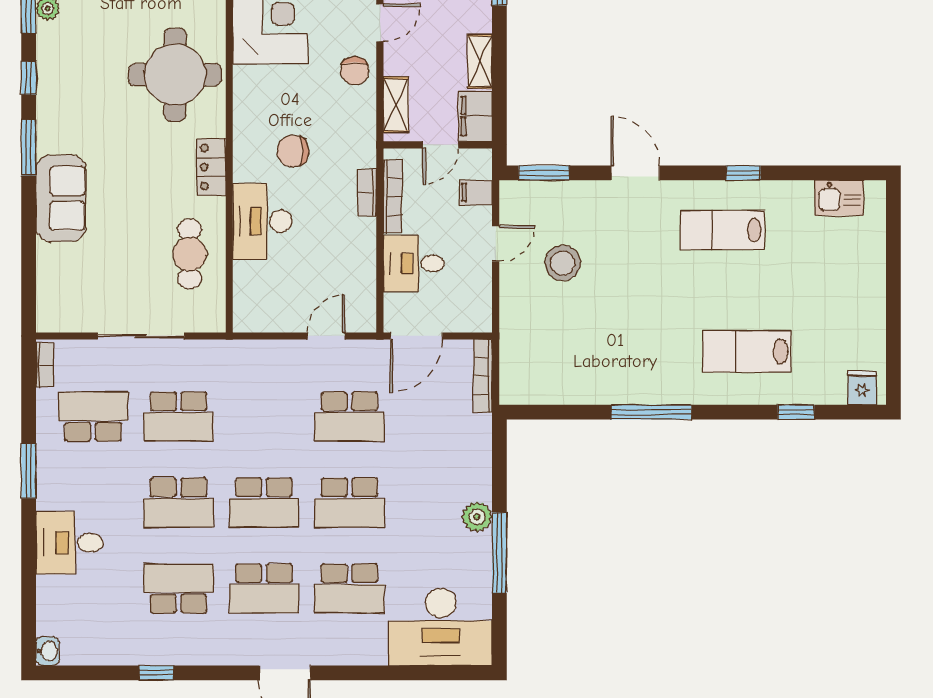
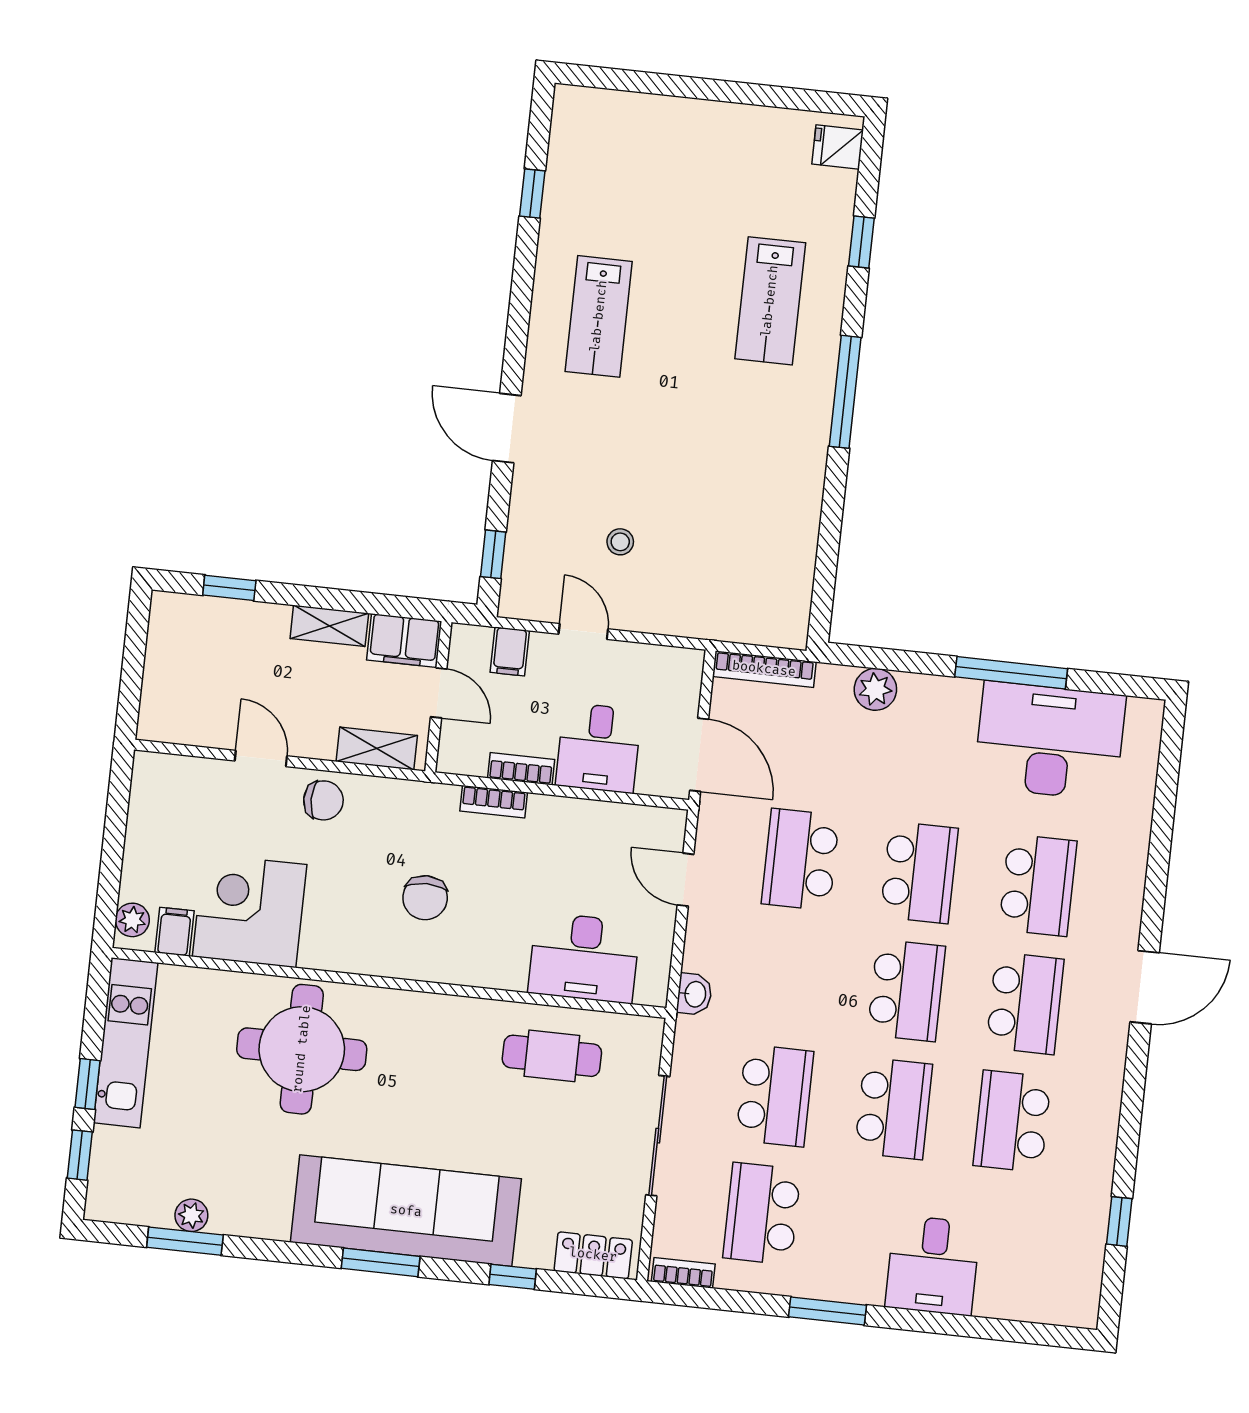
window: (29, 78) -> (513, 1277), moved
locker: (211, 167) -> (593, 1255), moved, turned 180
window: (544, 173) -> (493, 554), width x0.67
door: (635, 173) -> (507, 428), hinge flipped
window: (743, 173) -> (532, 193), moved
bookcase: (393, 197) -> (521, 769), width x0.64
sofa: (61, 198) -> (406, 1211), width x1.85, depth x1.27
kitchen sink: (839, 198) -> (572, 150), removed
desk: (262, 221) -> (584, 958), moved
stool: (563, 263) -> (620, 542), width x0.53, depth x0.53
window: (651, 412) -> (845, 392), moved
school desk: (349, 417) -> (800, 859), turned 180
plant: (477, 517) -> (875, 689), moved
desk: (441, 627) -> (1050, 741), moved, turned -90
washbasin: (48, 651) -> (694, 994), moved, turned 90
window: (156, 673) -> (1119, 1221), moved

